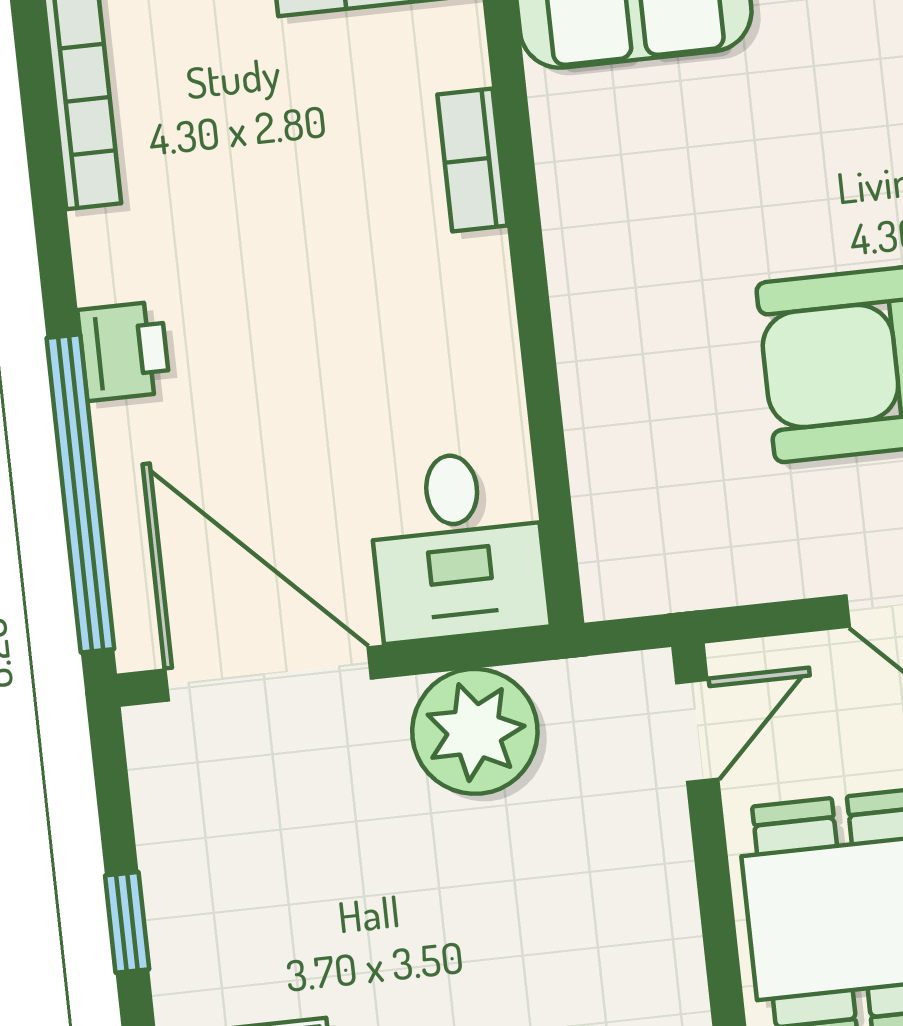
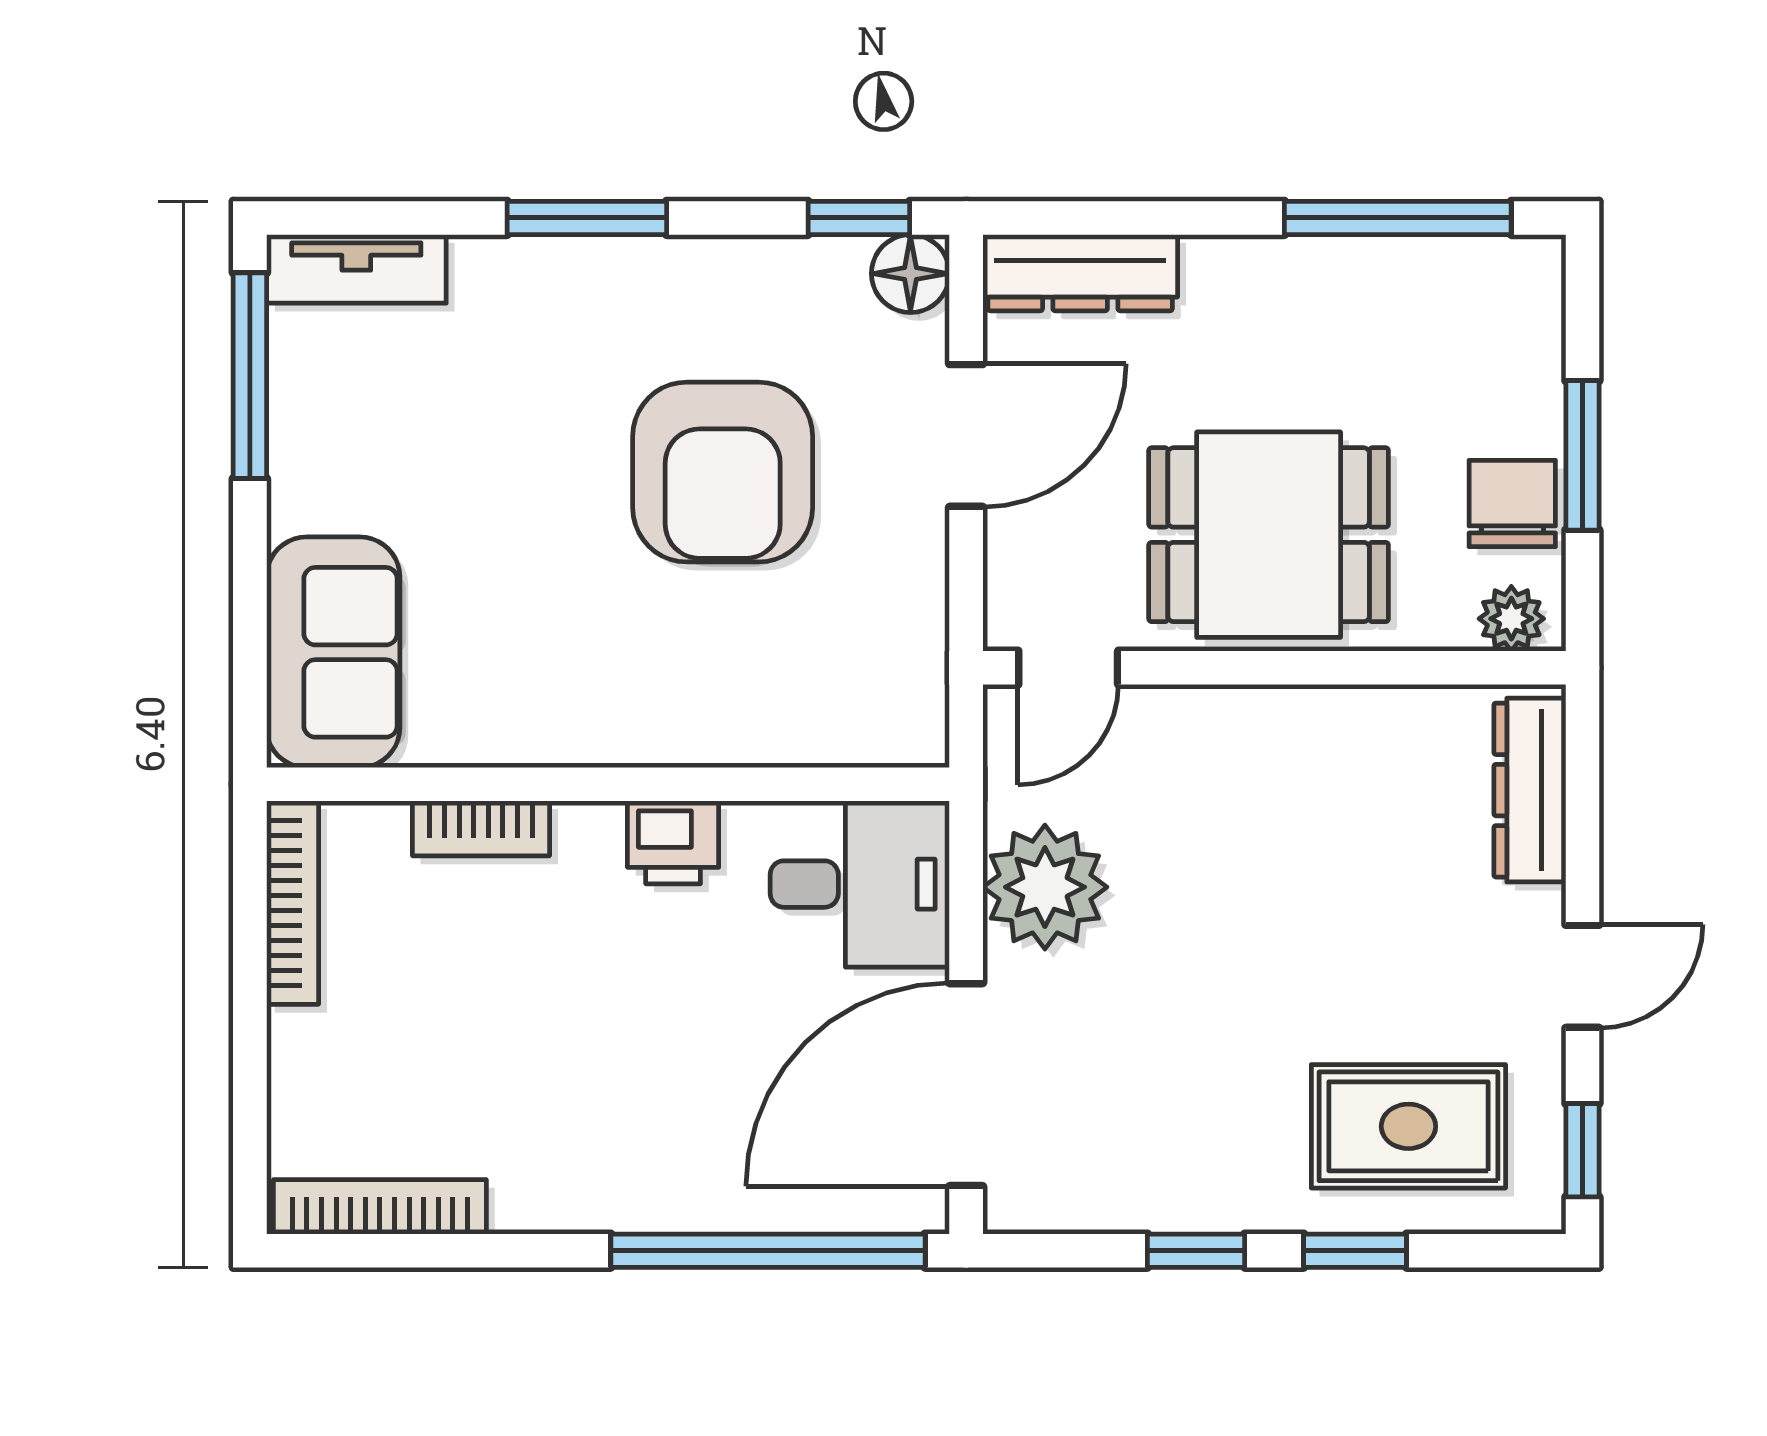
printer: (124, 351) -> (673, 842), moved, turned 180
door: (697, 731) -> (1068, 668), swing flipped

